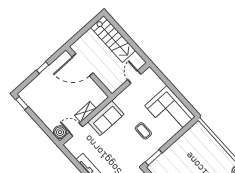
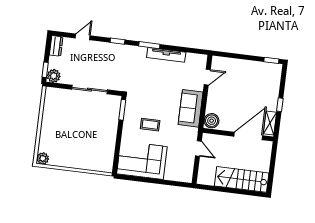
door: (134, 77) -> (198, 149), moved
shelving: (85, 112) -> (270, 123), moved
boiler: (60, 132) -> (212, 121), moved

